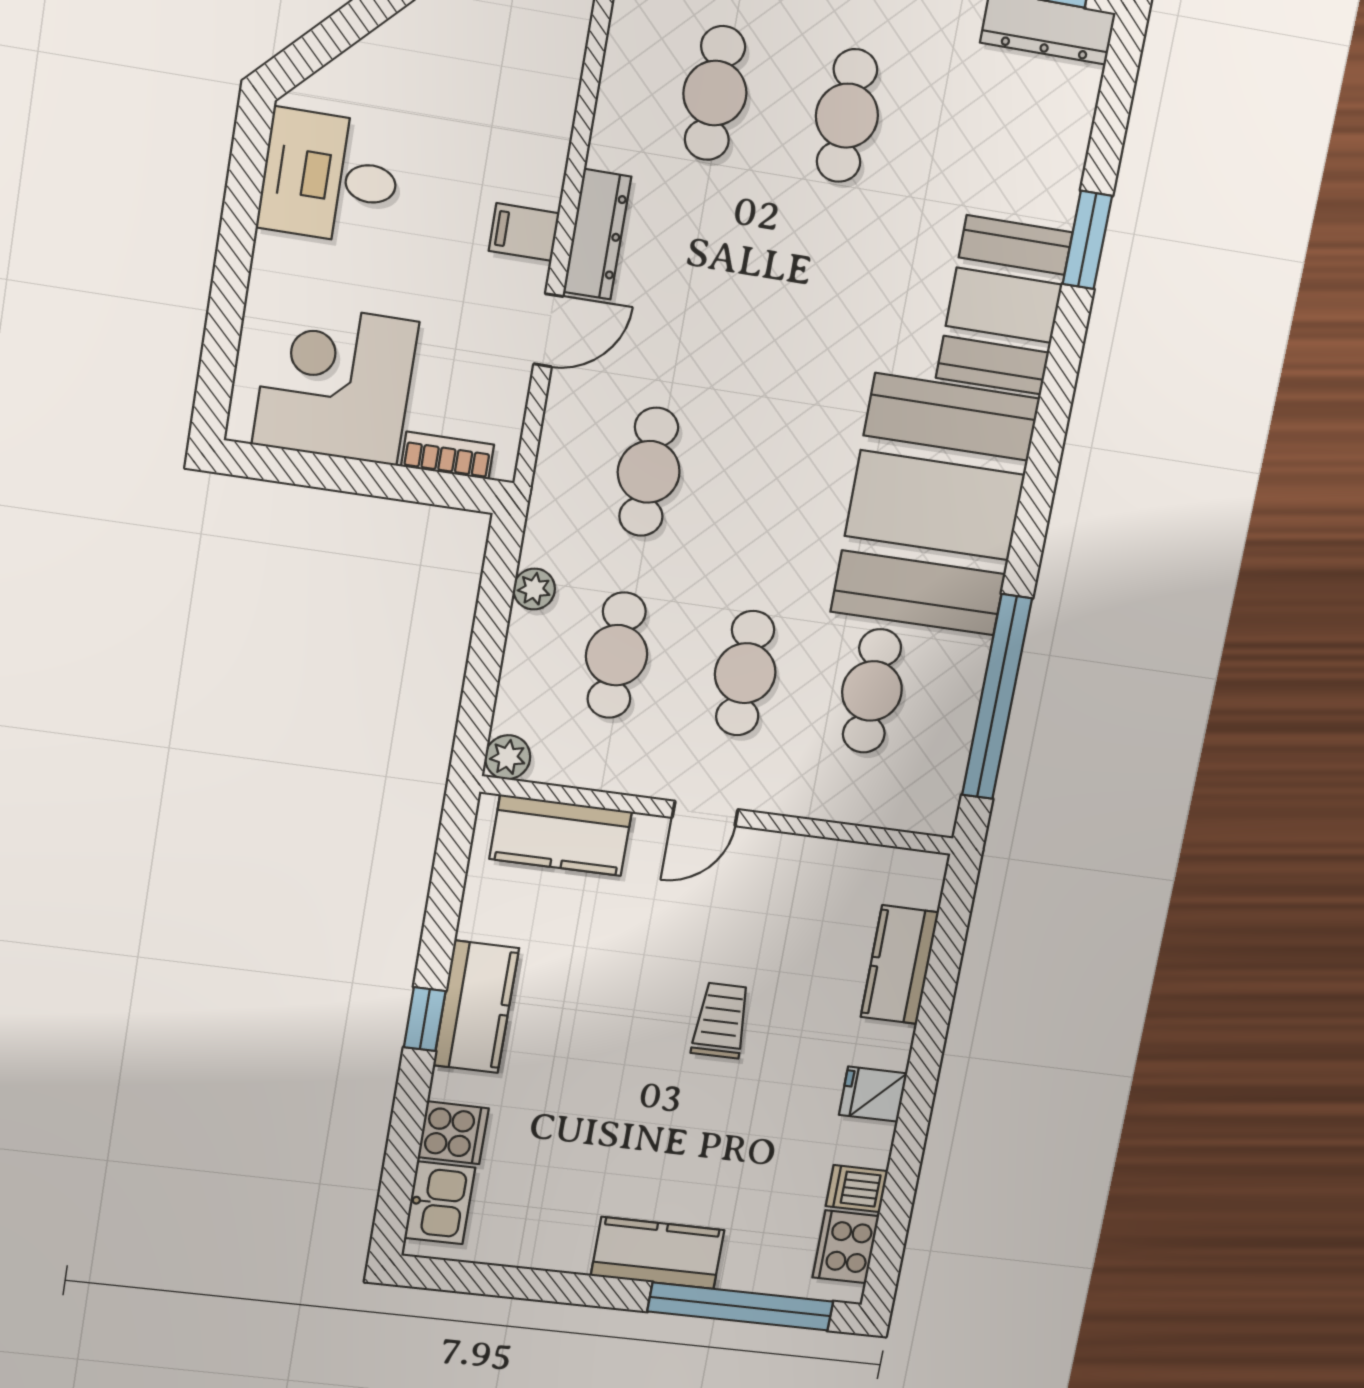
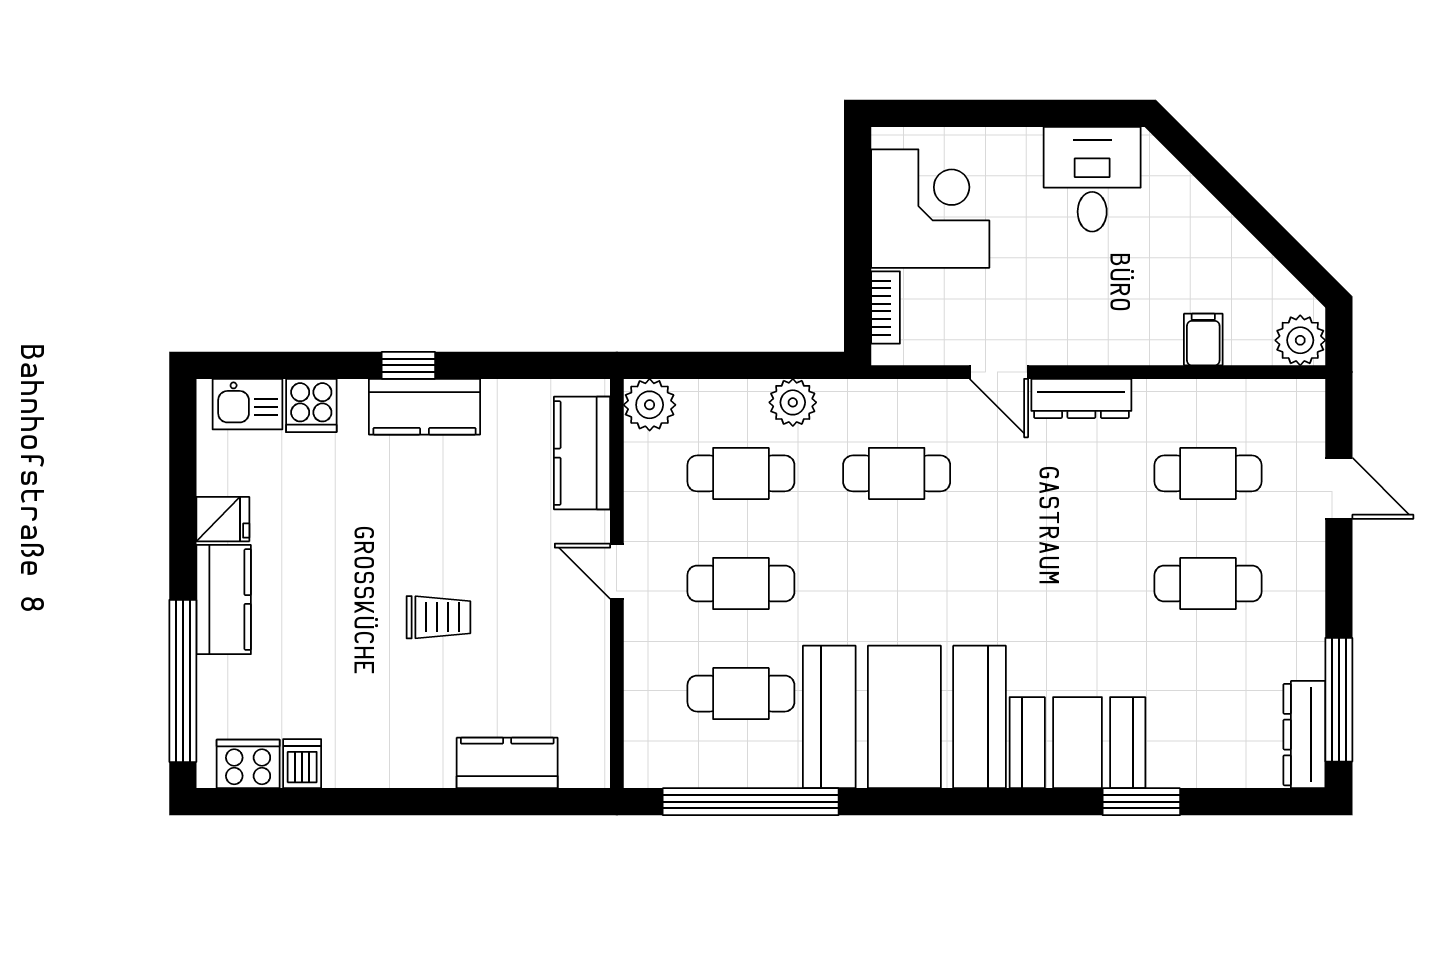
filing cabinet: (524, 232) -> (1203, 339), moved
plant: (534, 589) -> (793, 402), width x1.38, depth x1.38
plant: (508, 757) -> (650, 405), width x1.38, depth x1.38
fridge: (873, 1094) -> (223, 519), moved, turned 90

